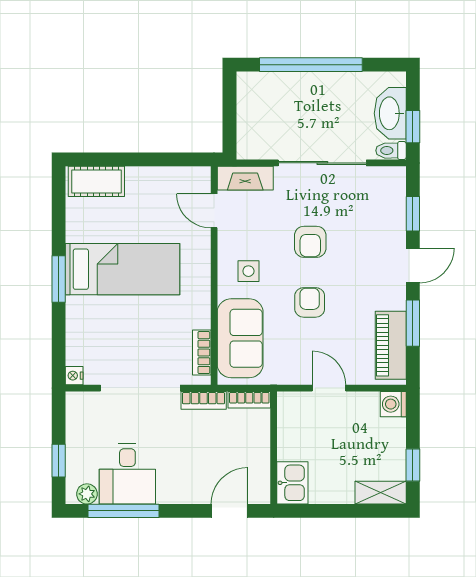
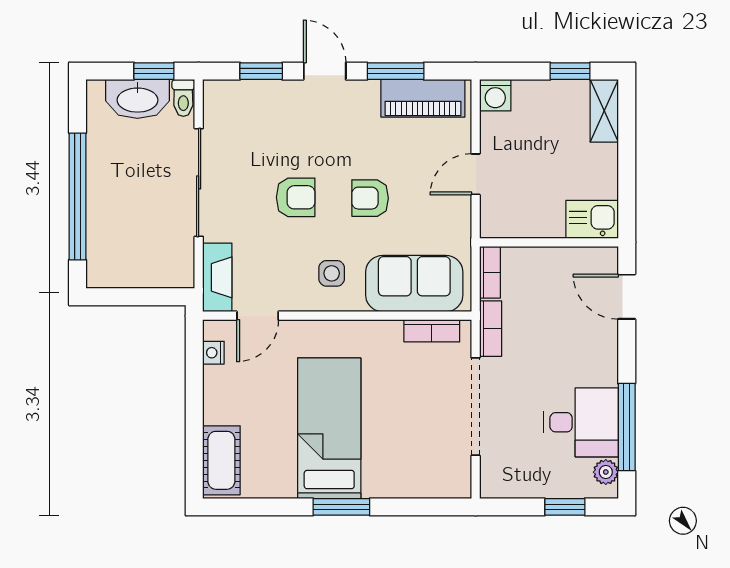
nightstand: (74, 376) -> (213, 353), moved, turned 90

